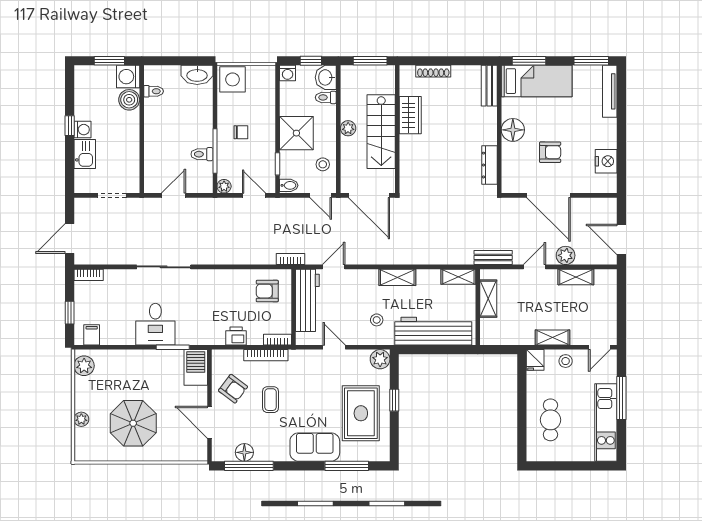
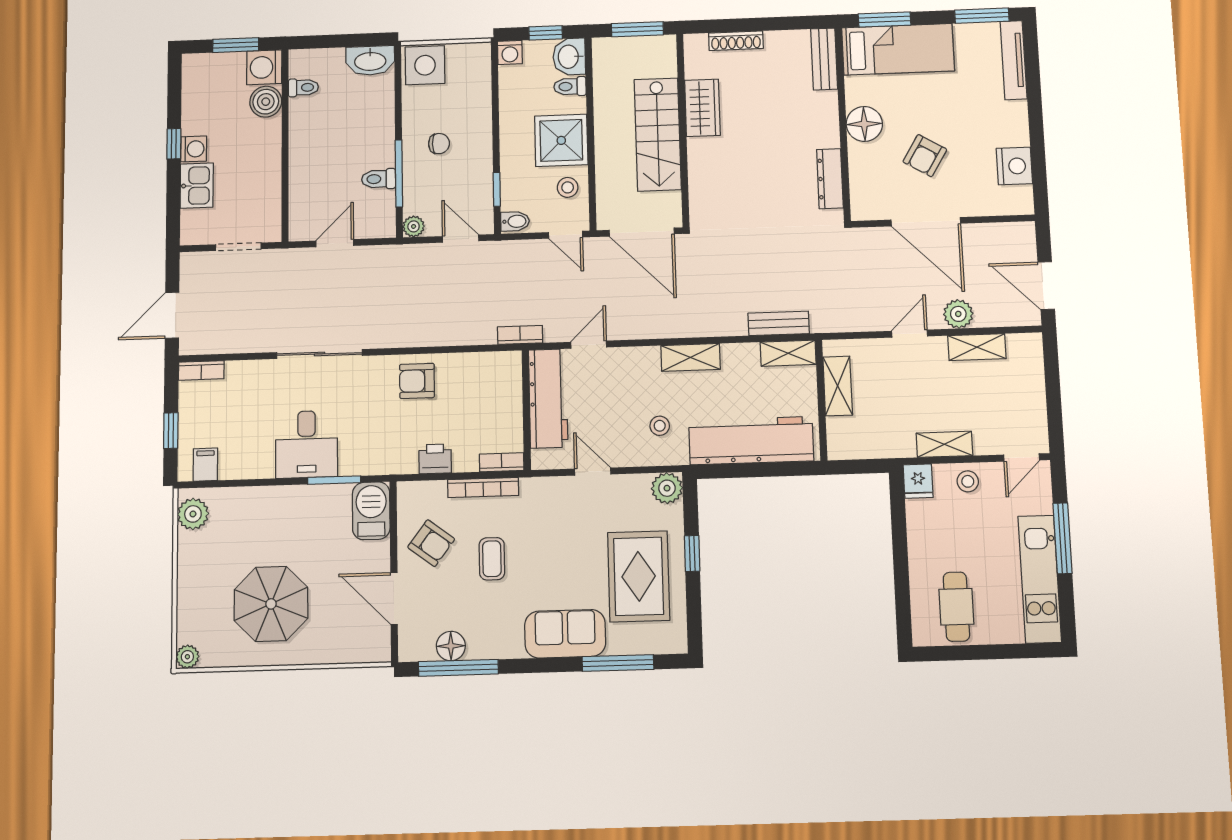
plant: (348, 128) -> (606, 131), removed
shower: (296, 133) -> (561, 140), moved
armchair: (550, 152) -> (925, 156), turned 121
bench: (493, 257) -> (779, 323), moved
armchair: (267, 291) -> (417, 381), moved
plant: (81, 419) -> (187, 657), moved
cafe table: (550, 420) -> (956, 607), moved

